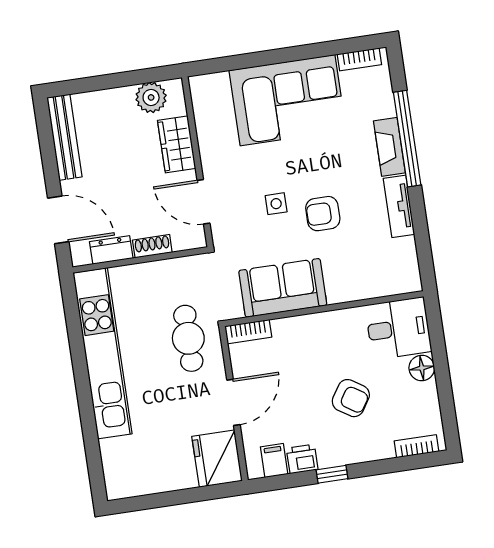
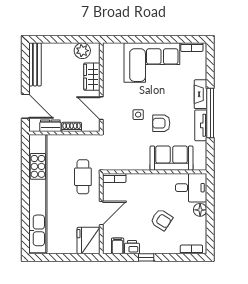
window: (407, 139) -> (210, 113), moved
sofa: (283, 288) -> (172, 158), moved
kitchen unit: (103, 353) -> (38, 194), width x1.36

